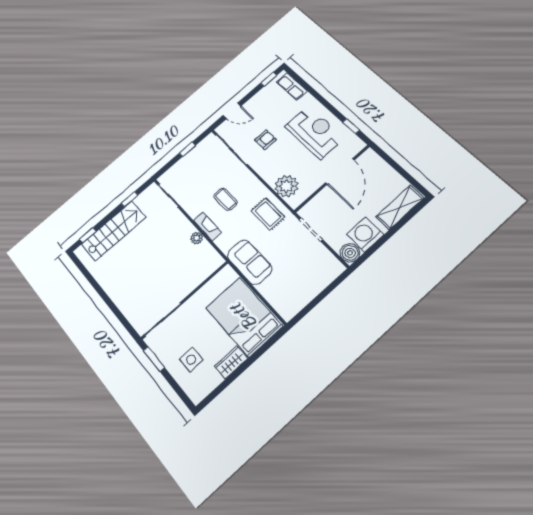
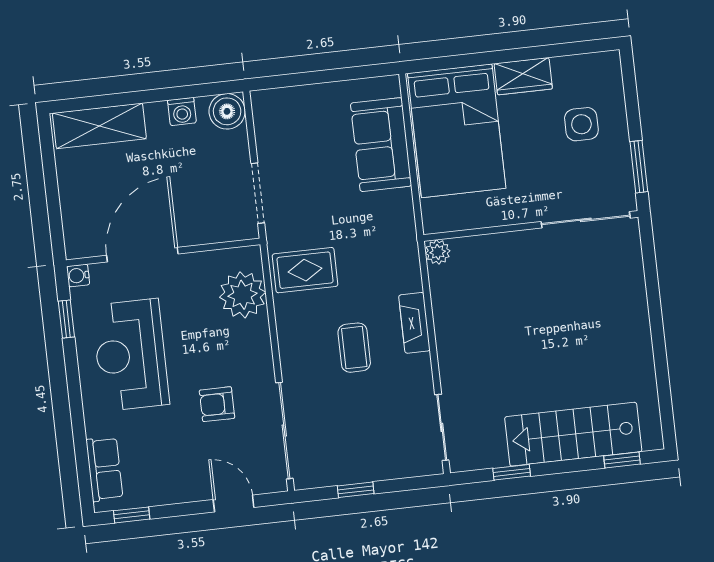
water cooler: (360, 145) -> (78, 275), added
rug: (268, 214) -> (305, 270), turned 90
washing machine: (365, 234) -> (182, 111), width x0.53, depth x0.53
plant: (197, 238) -> (438, 252), moved
sofa: (250, 262) -> (381, 145), moved

